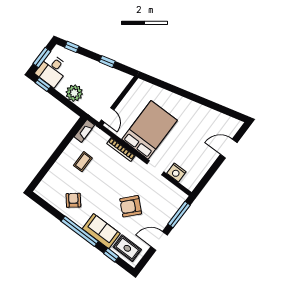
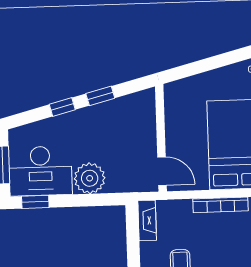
window: (72, 47) -> (62, 107), moved
desk: (52, 70) -> (40, 171), width x1.37

